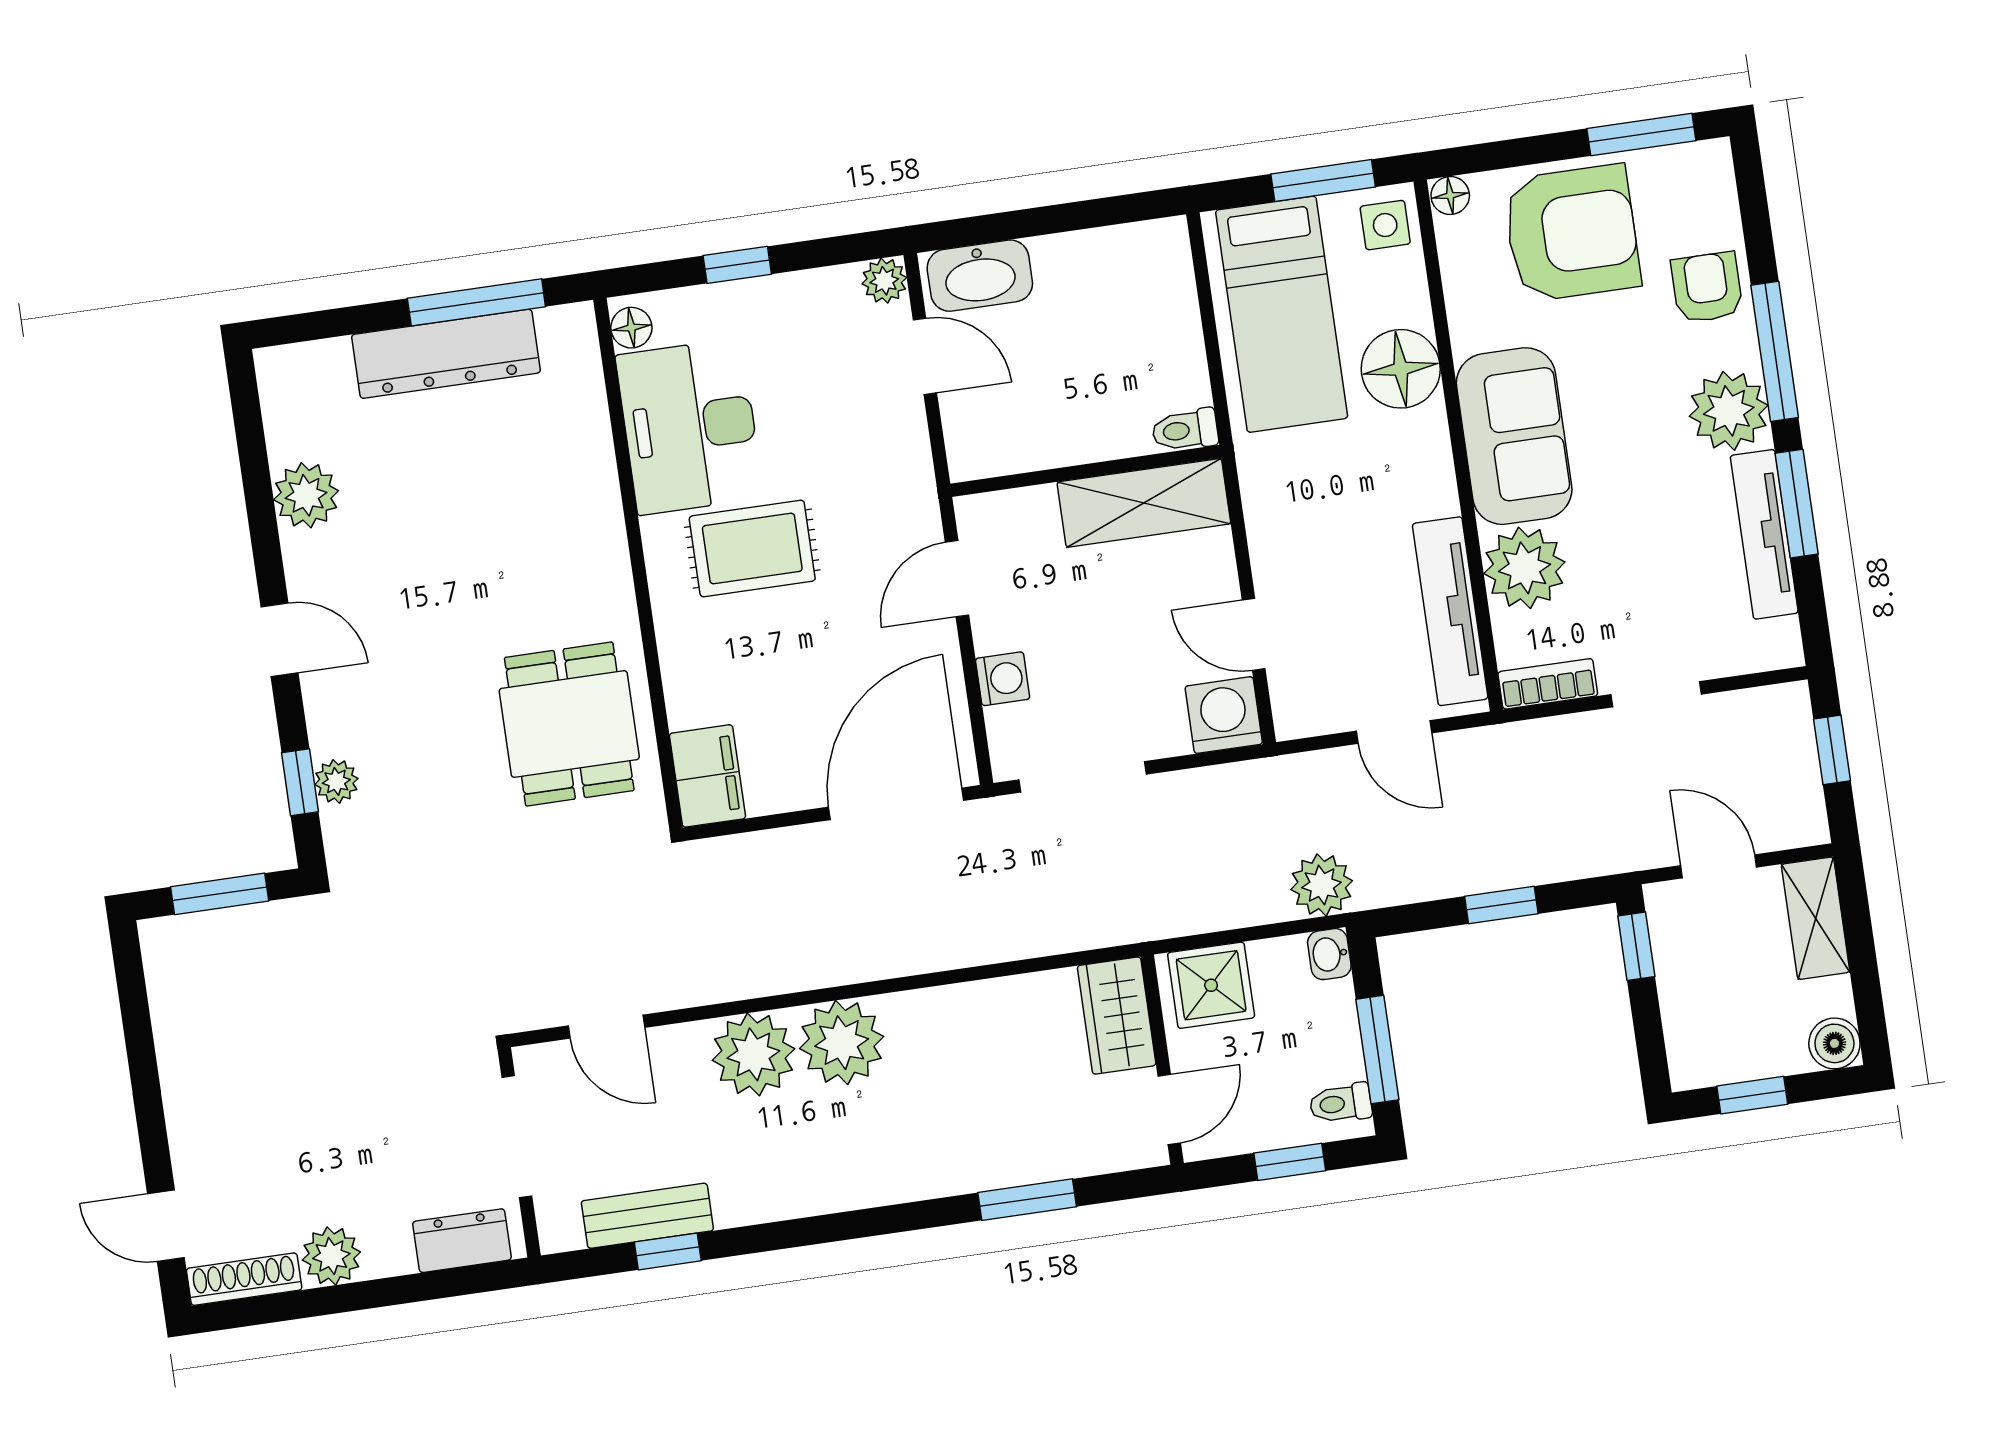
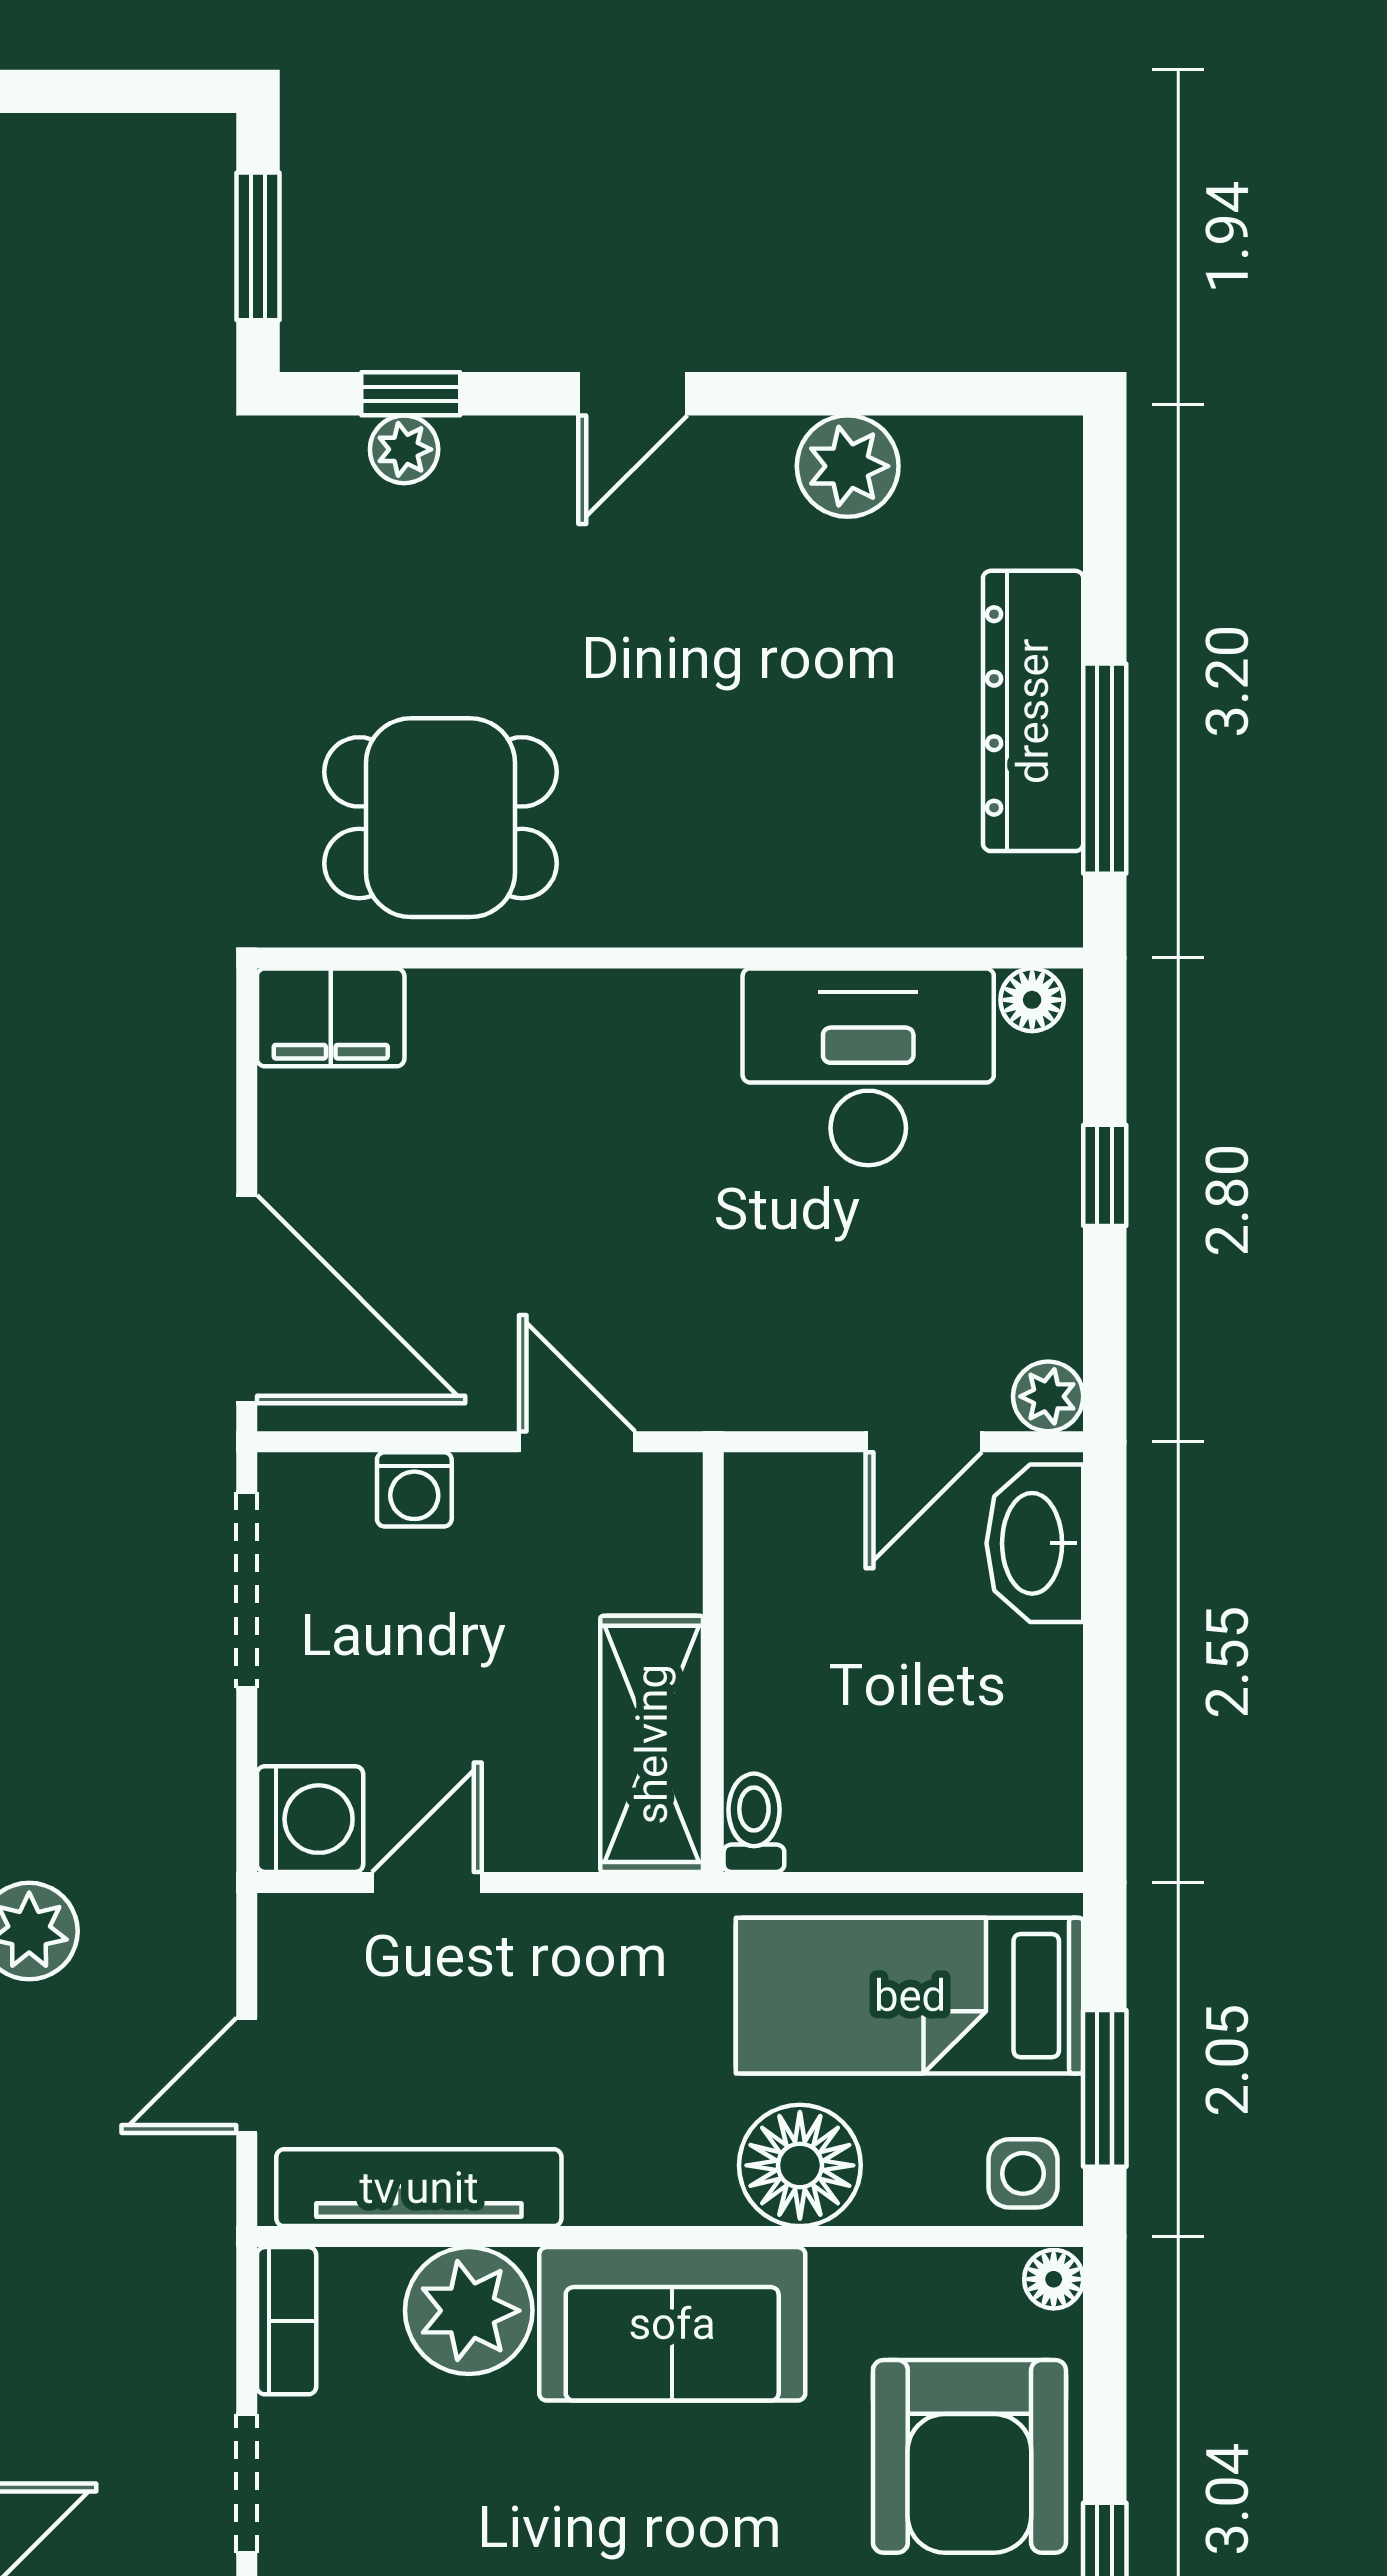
rug: (752, 549) -> (668, 1136), removed

